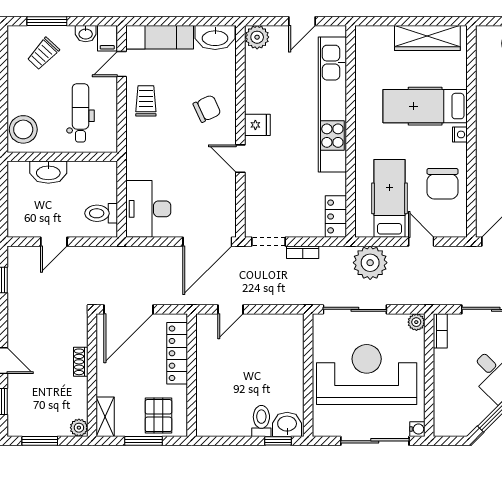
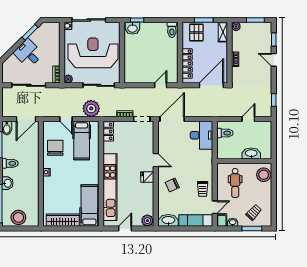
hospital bed: (425, 106) -> (89, 206), moved, turned -90
reception desk: (367, 375) -> (93, 53), turned 180
toilet: (261, 421) -> (172, 30), moved

